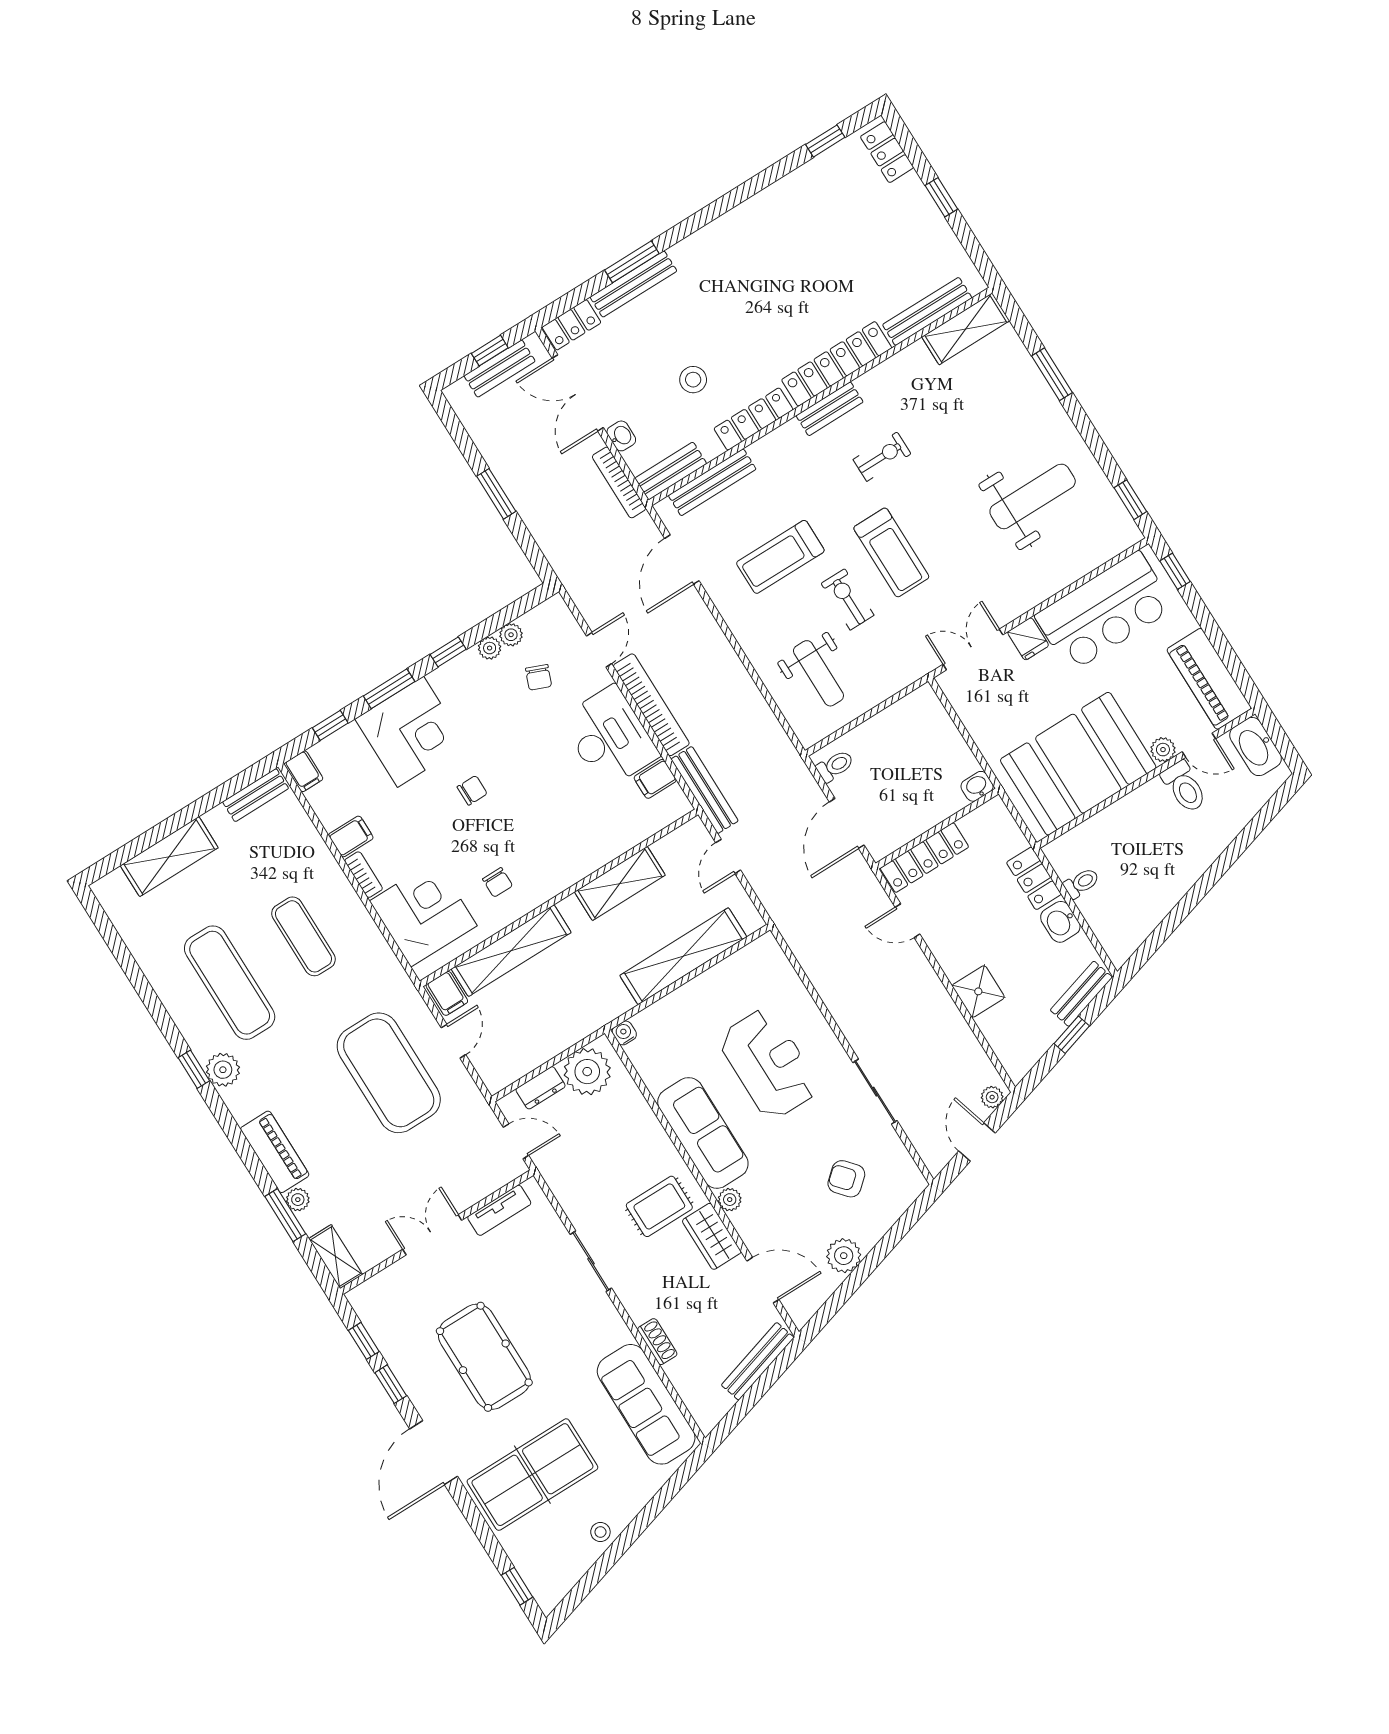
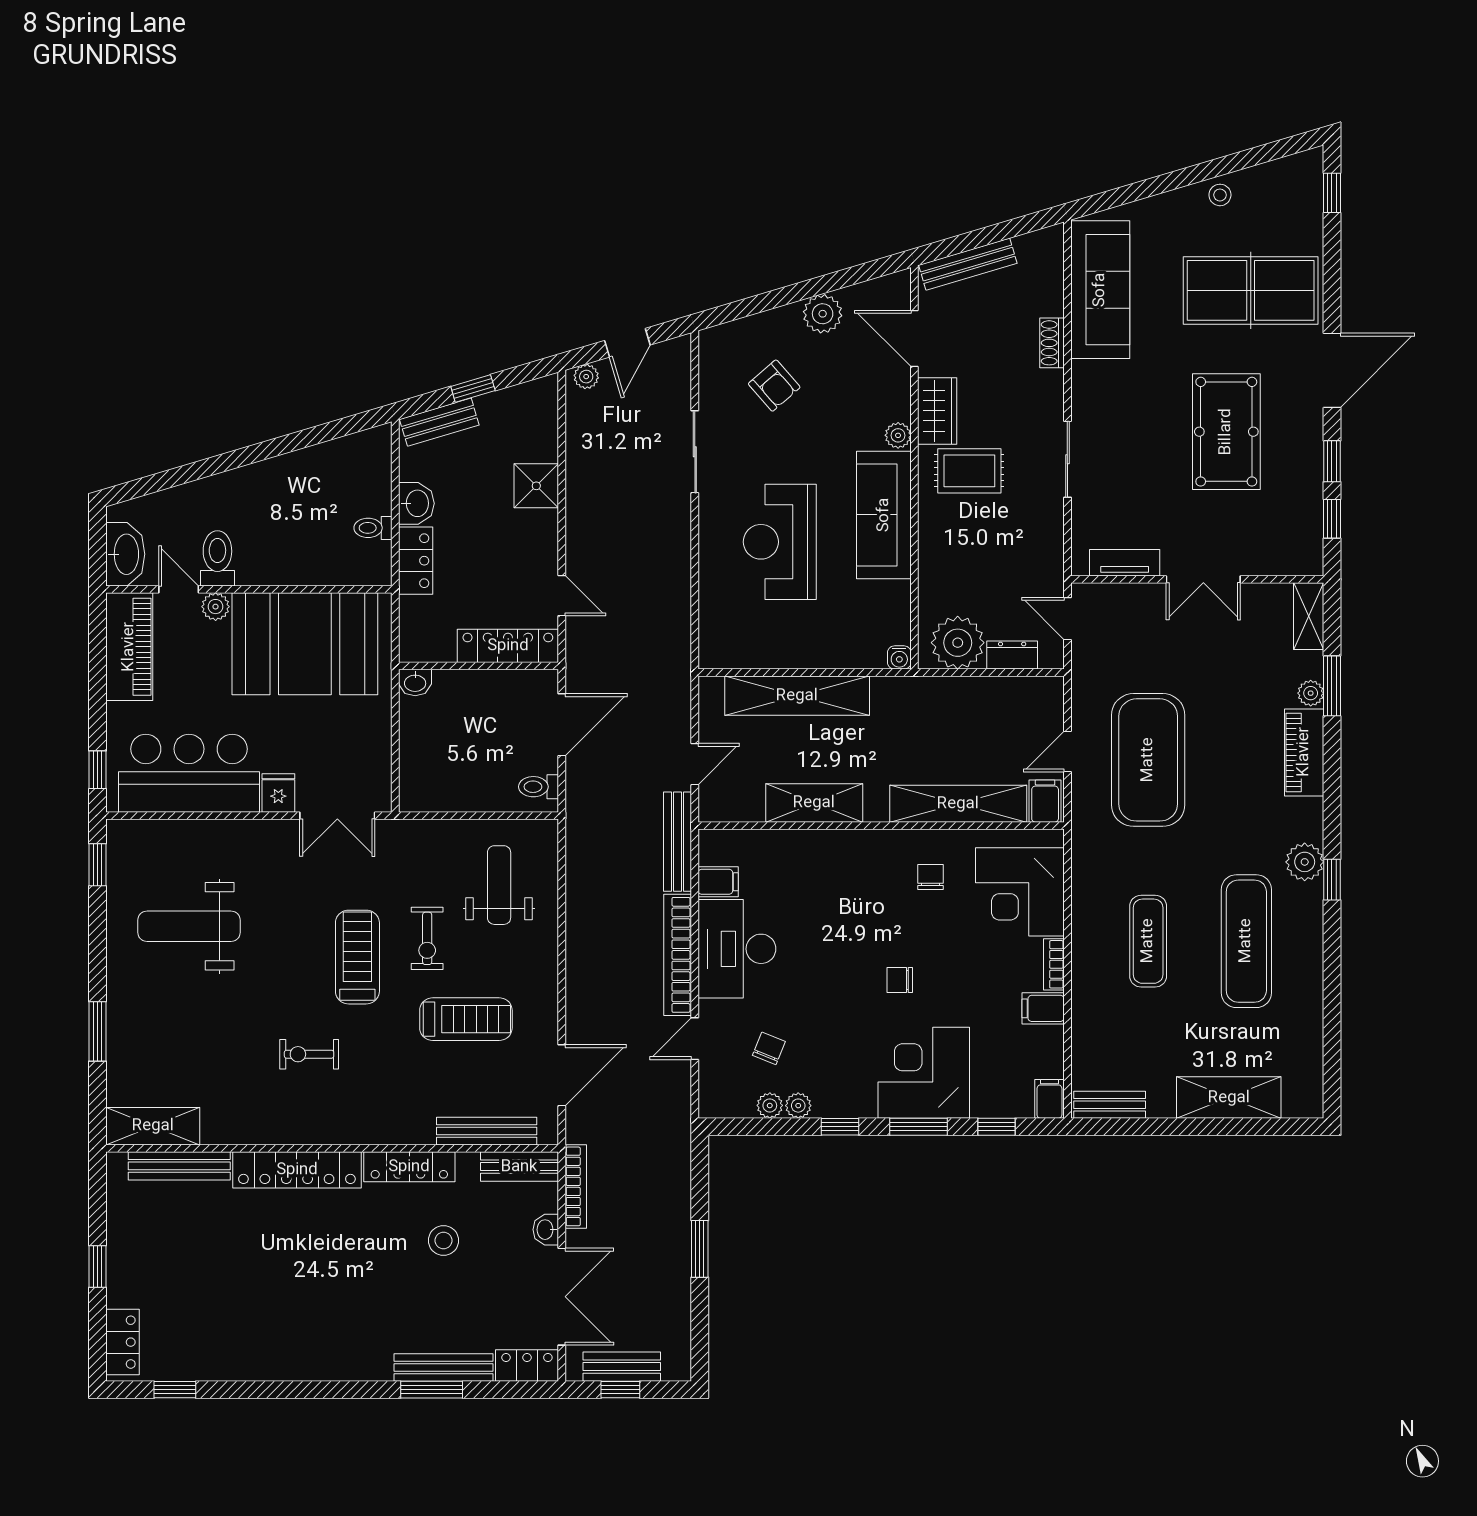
bench: (830, 409) -> (331, 1131), removed

